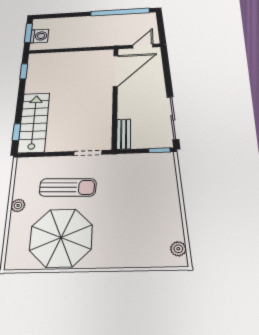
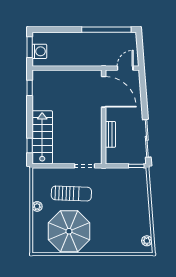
door: (116, 71) -> (104, 92), hinge flipped
bench: (124, 134) -> (110, 134), moved

